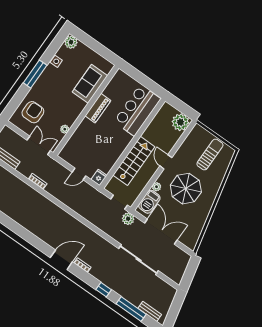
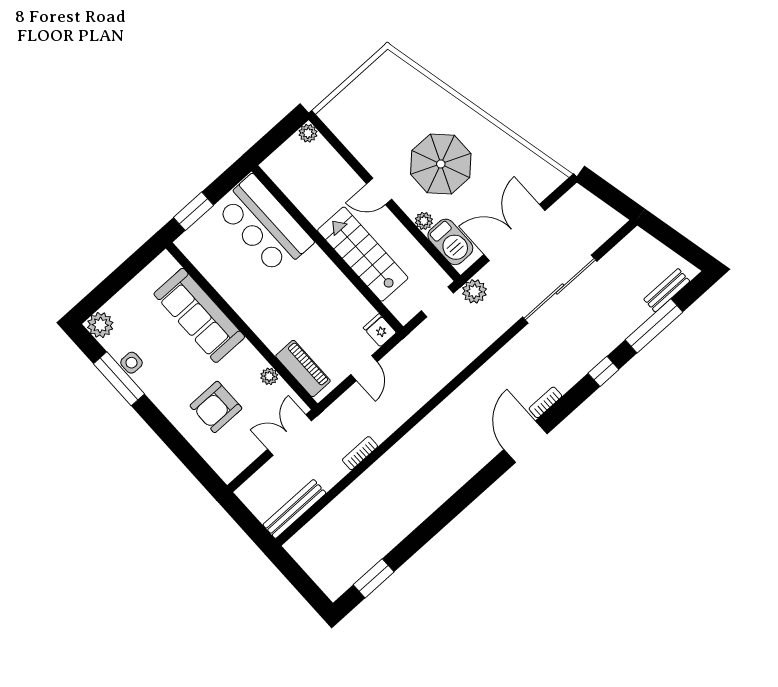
window: (35, 74) -> (119, 379), moved
window: (136, 75) -> (194, 211), added
sofa: (90, 84) -> (199, 315), width x1.36
piano: (98, 108) -> (303, 369), moved
armchair: (33, 112) -> (216, 407), moved, turned -90
plant: (180, 122) -> (308, 133), width x0.53, depth x0.53
sun lounger: (210, 155) -> (384, 101), removed

